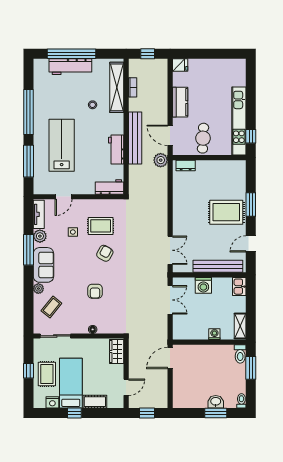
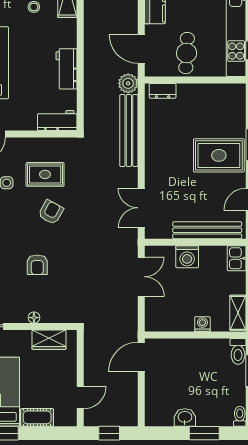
bench: (135, 138) -> (129, 130), moved
double door: (170, 250) -> (141, 208), swing flipped
wardrobe: (117, 352) -> (49, 340), moved, turned -90
washbasin: (216, 402) -> (185, 417), moved

